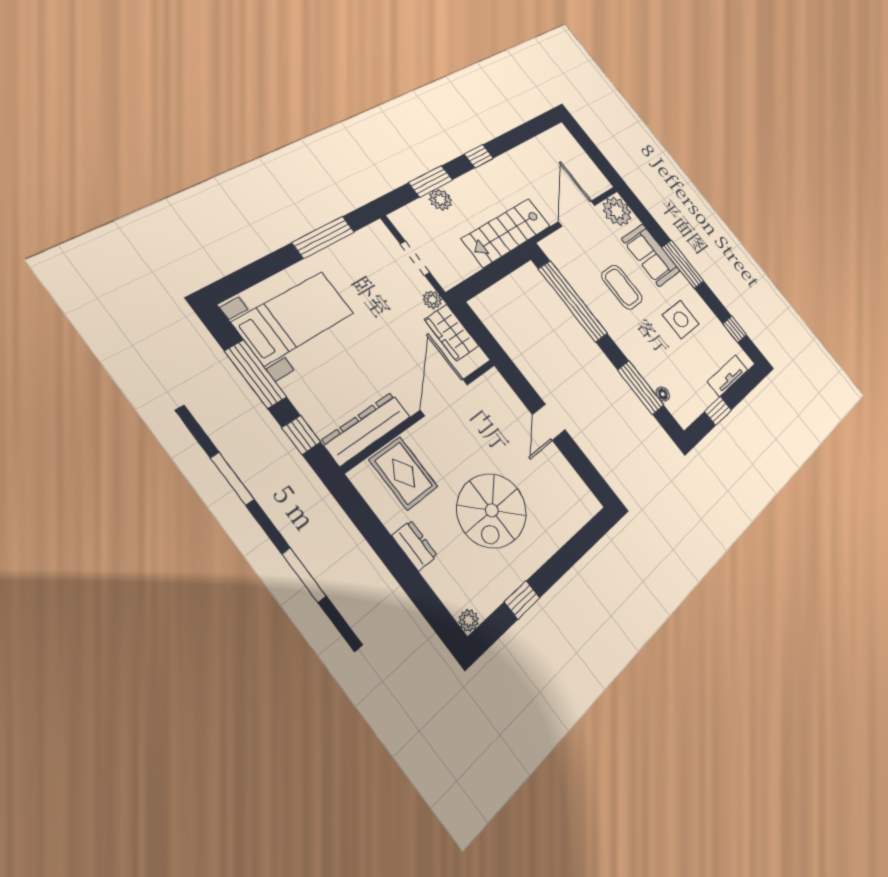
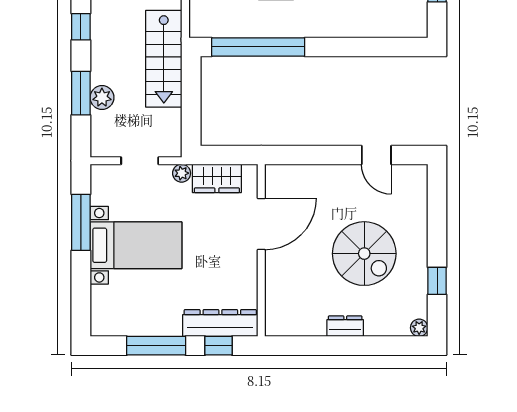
bed with nightstands: (294, 318) -> (136, 245), moved, turned 90
window: (641, 388) -> (368, 47), removed
floor lamp: (663, 394) -> (387, 30), removed
door: (444, 397) -> (261, 224), swing flipped
door: (549, 422) -> (376, 155), moved
dresser: (366, 429) -> (220, 323), moved, turned 90
rug: (404, 473) -> (293, 296), removed

